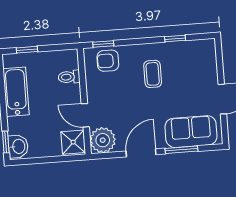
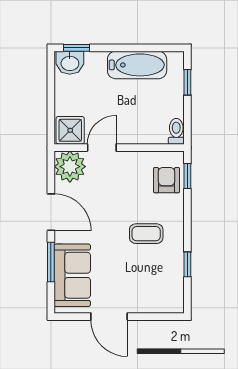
toilet: (69, 77) -> (176, 131), moved

